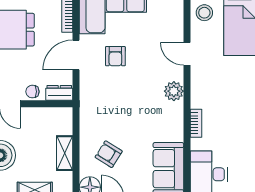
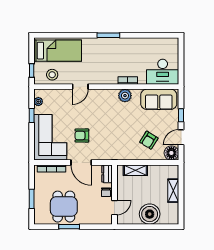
armchair: (115, 56) -> (82, 136), turned 180
plant: (174, 91) -> (125, 96), moved
shelving: (65, 153) -> (135, 170), moved

